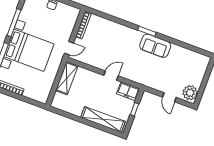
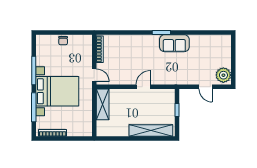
door: (69, 48) -> (94, 75), hinge flipped
freezer: (128, 91) -> (165, 95), removed

